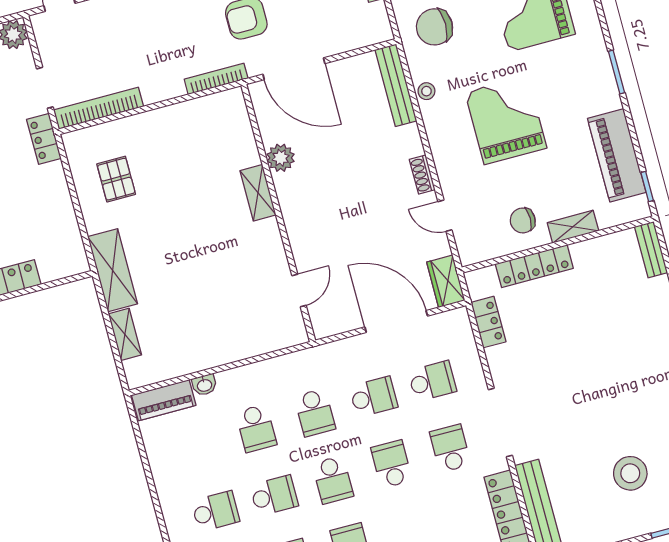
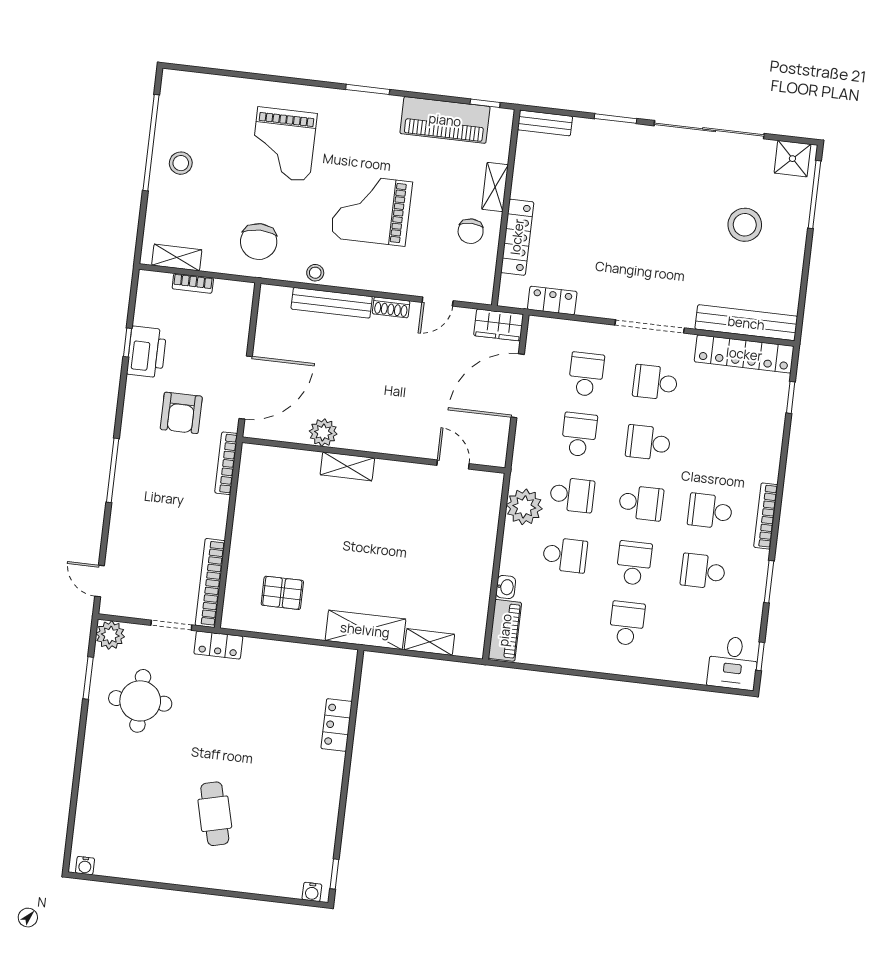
bench: (396, 85) -> (332, 303), moved
plant: (286, 373) -> (524, 507), added

